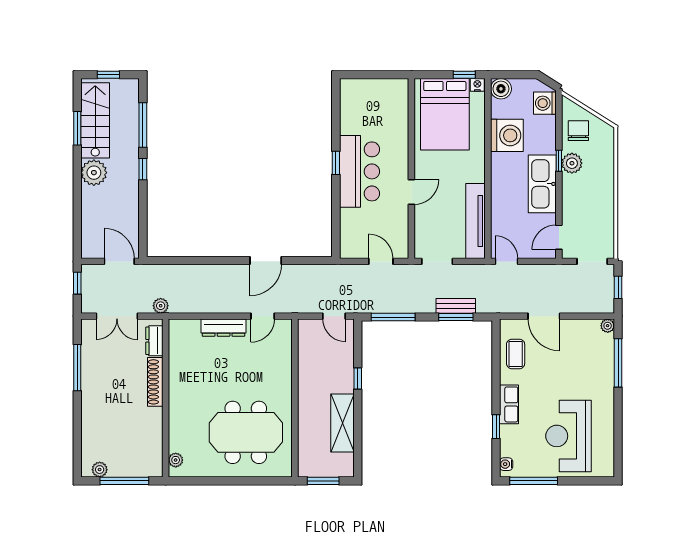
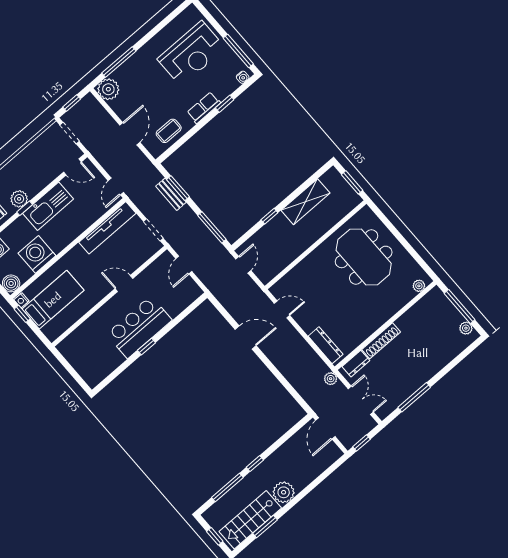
bed: (445, 114) -> (53, 300), width x0.67
plant: (608, 326) -> (108, 89), width x1.88, depth x1.88
dresser: (224, 328) -> (326, 345), moved

